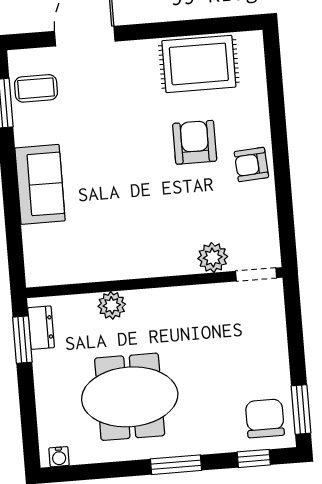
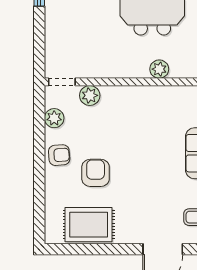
armchair: (195, 142) -> (96, 173), turned 180
plant: (263, 219) -> (54, 118), added

